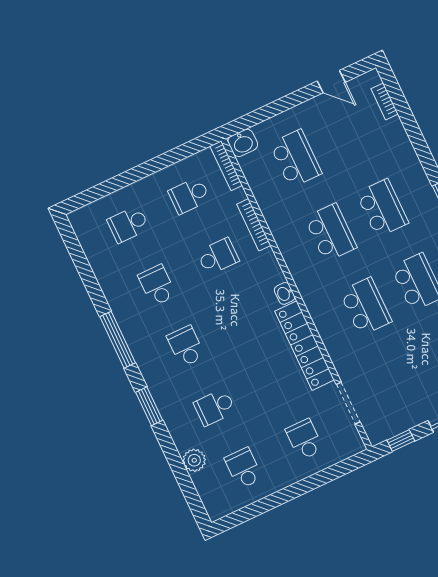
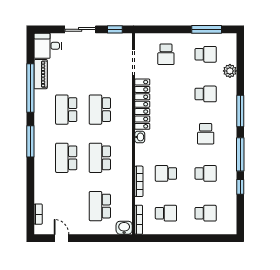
school desk: (157, 285) -> (206, 173), turned -90
window: (94, 290) -> (240, 187), added
window: (149, 406) -> (240, 111), width x1.44
school desk: (243, 468) -> (206, 54), turned -90
window: (260, 507) -> (207, 29), added

